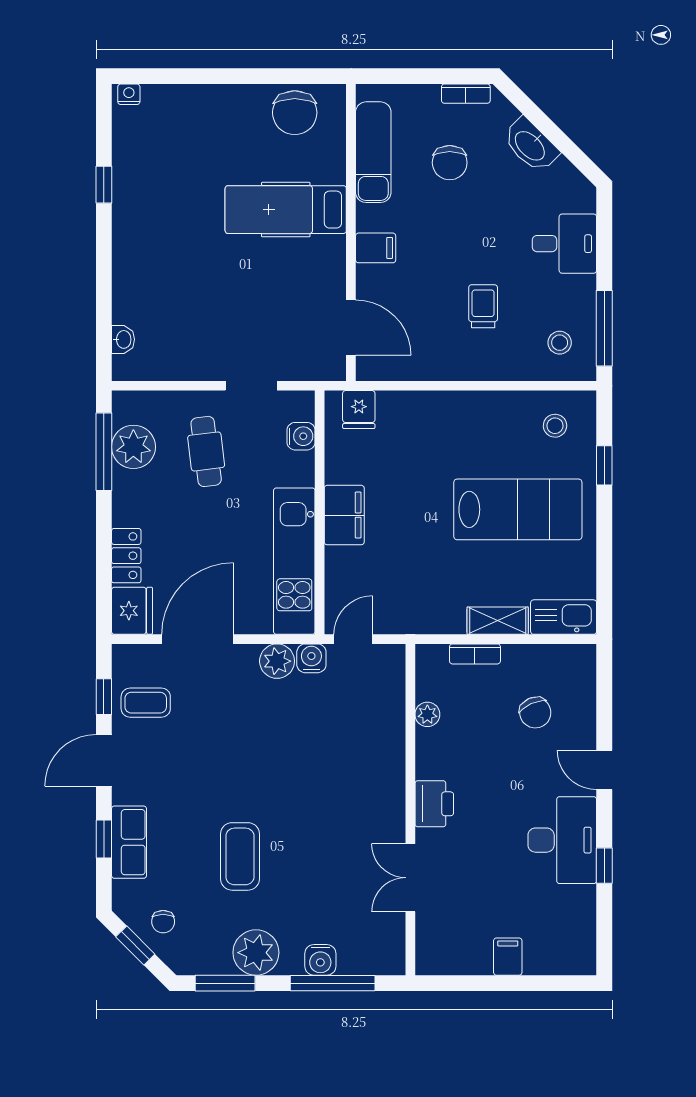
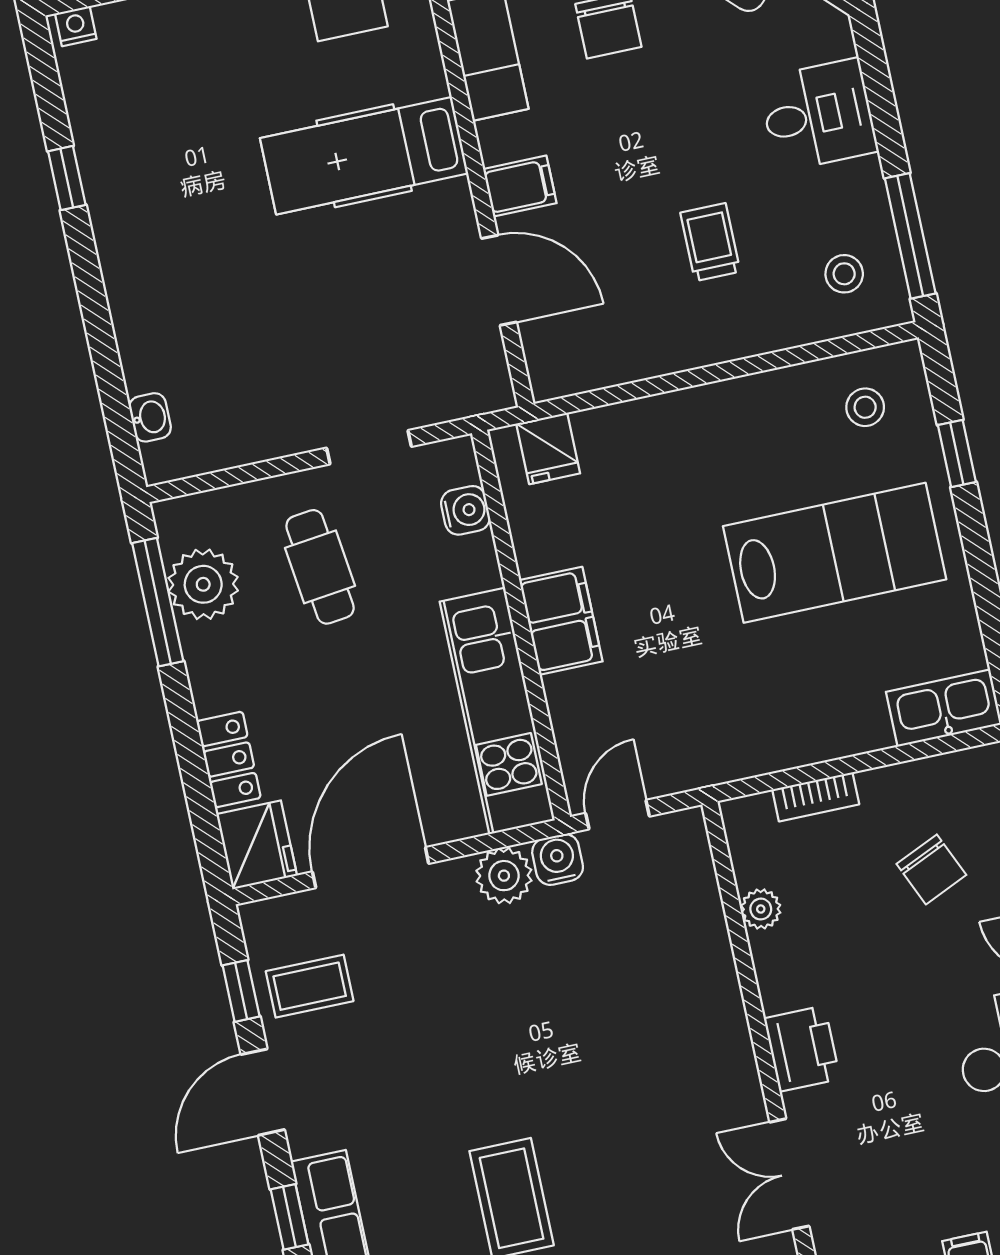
door: (351, 328) -> (499, 280), moved
shelving: (498, 621) -> (841, 736), removed

